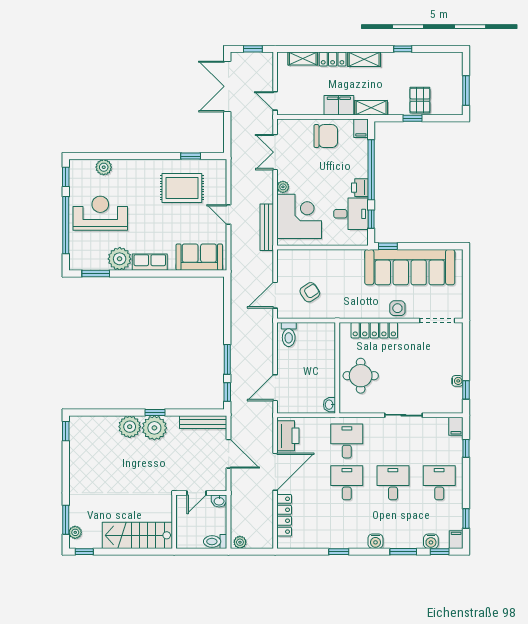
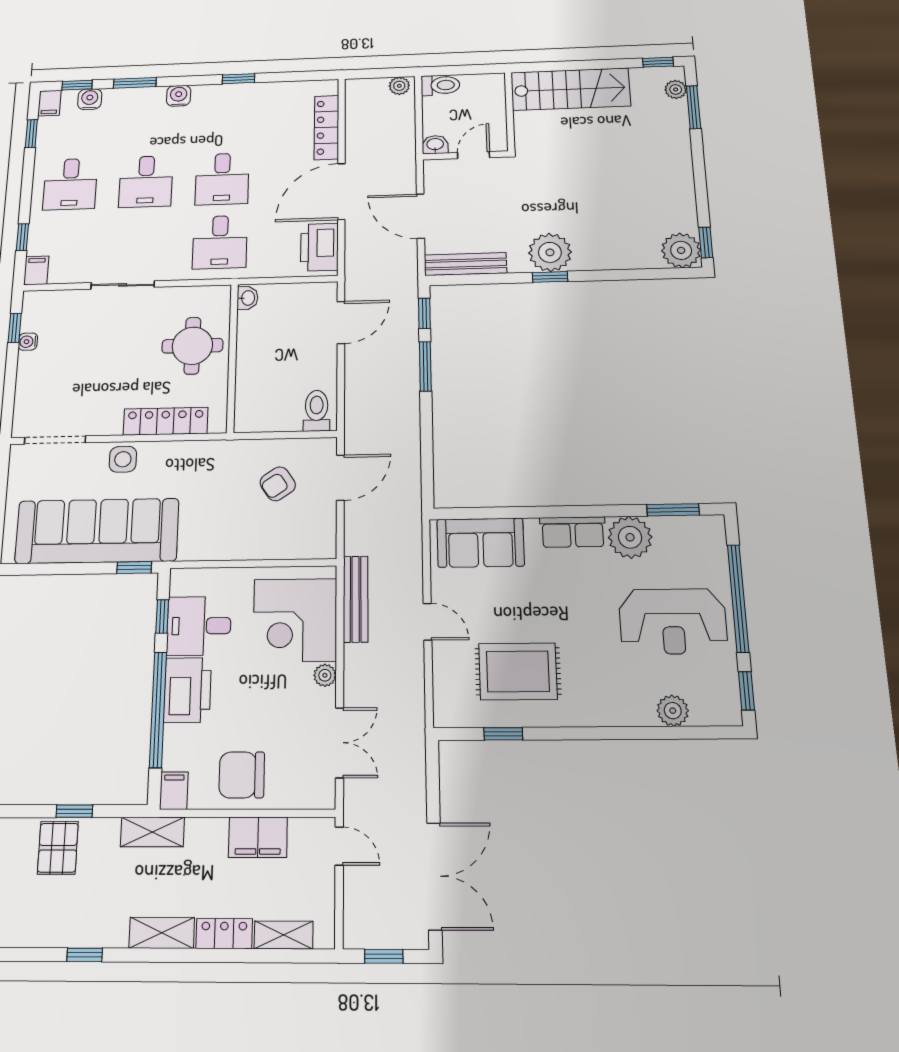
filing cabinet: (339, 105) -> (258, 837), moved
printer: (360, 188) -> (187, 690), width x1.87, depth x1.48
plant: (130, 427) -> (681, 250), moved

